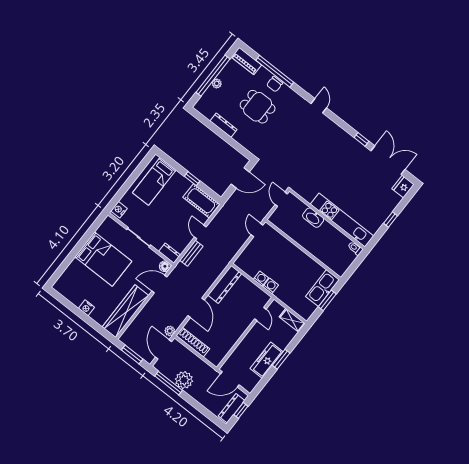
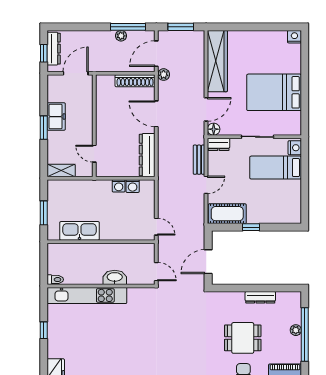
bed: (154, 181) -> (276, 168), moved, turned -90
door: (200, 232) -> (206, 185), hinge flipped
washing machine: (271, 286) -> (133, 186), moved
kitchen sink: (322, 288) -> (79, 231), moved, turned -90
nightstand: (86, 308) -> (294, 37), moved
door: (164, 349) -> (156, 54), swing flipped
freezer: (266, 360) -> (56, 117), width x0.71
plant: (184, 380) -> (121, 36), width x0.53, depth x0.53

